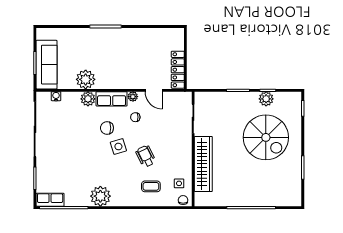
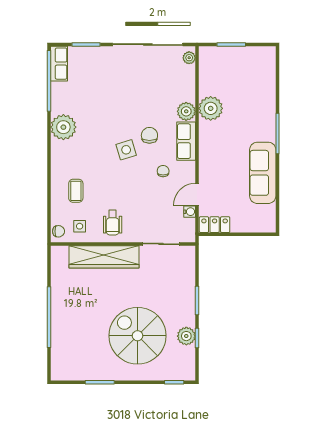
sofa: (47, 65) -> (263, 173), moved, turned 90
locker: (178, 70) -> (215, 225), width x0.66
water cooler: (56, 96) -> (190, 212), moved
plant: (133, 97) -> (189, 58), moved
spiral stairs: (266, 137) -> (138, 336), turned 90
wheelchair: (146, 156) -> (113, 223), moved, turned 116

